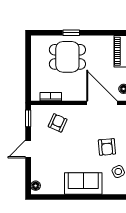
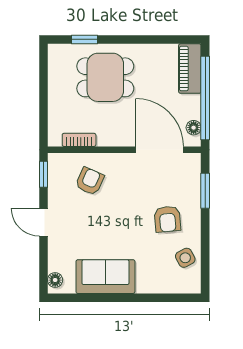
window: (71, 33) -> (85, 39), moved
door: (28, 149) -> (43, 222), hinge flipped
sofa: (83, 184) -> (105, 277), moved

